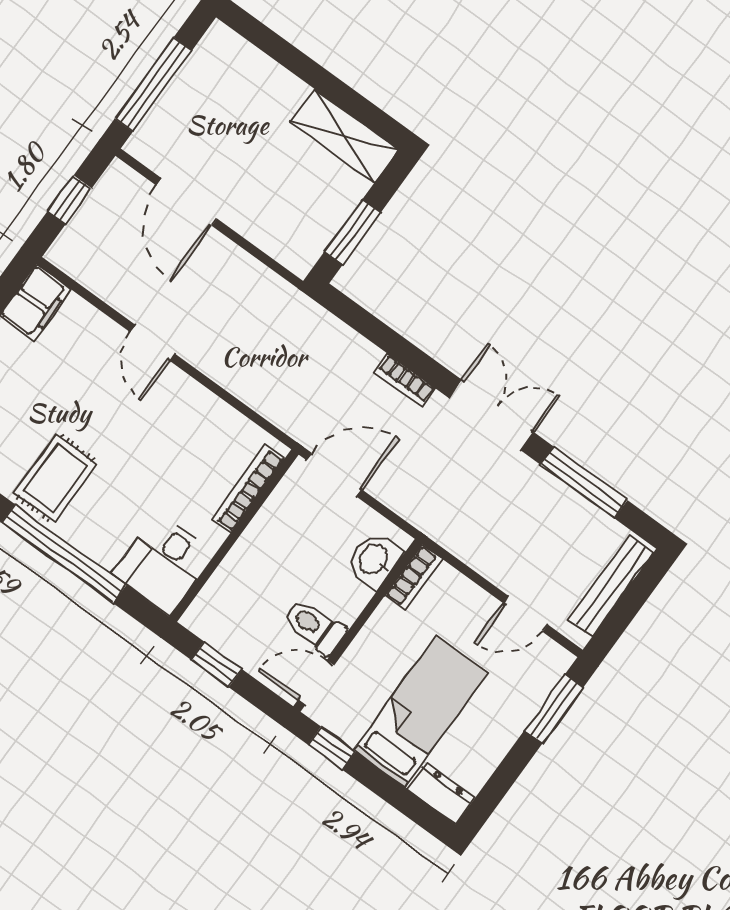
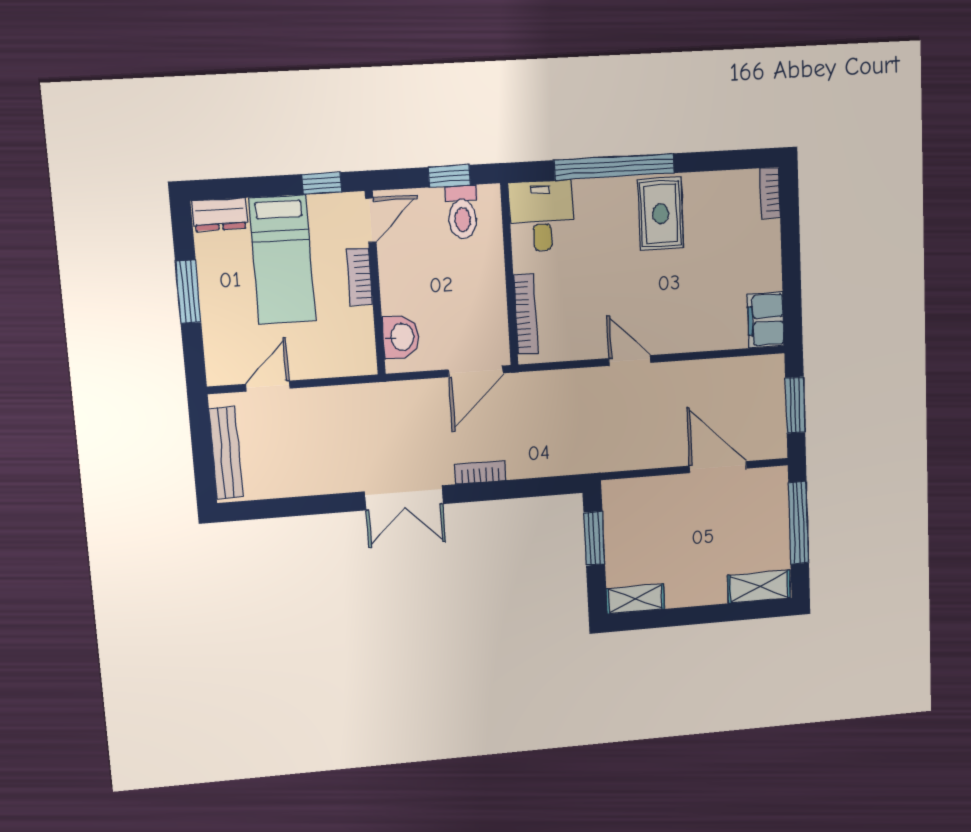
shelving: (238, 55) -> (759, 587), added
shelving: (344, 136) -> (635, 599), width x0.67, depth x0.75
window: (70, 200) -> (795, 405), width x1.50
door: (153, 343) -> (630, 360), moved
window: (584, 482) -> (304, 506), removed
bookcase: (414, 577) -> (359, 277), moved
toilet: (314, 626) -> (462, 212), moved, turned 90
window: (554, 709) -> (188, 292), moved

